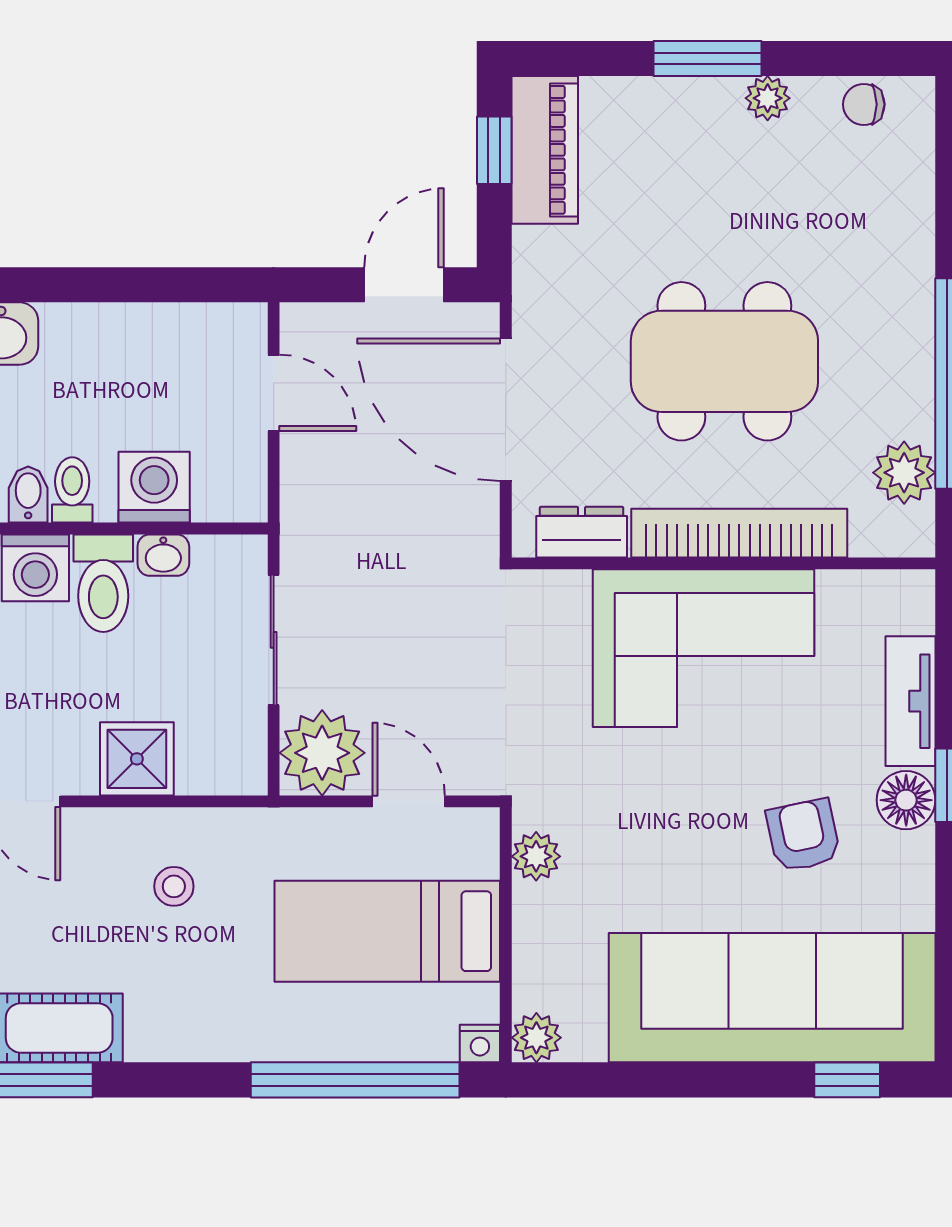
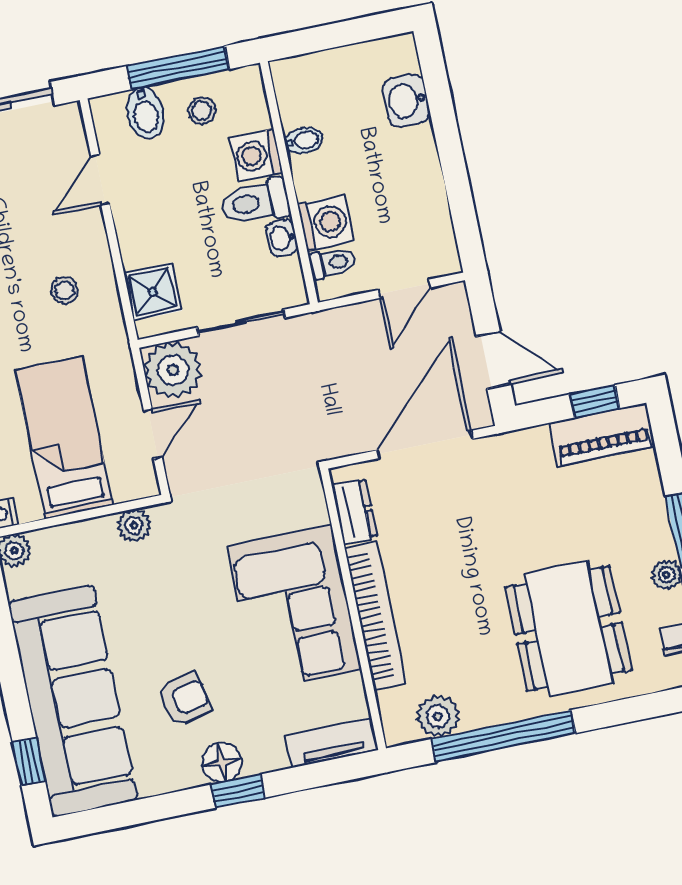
dining table: (724, 361) -> (569, 629), moved
toilet: (72, 490) -> (332, 263), moved
tv unit: (910, 701) -> (332, 743), moved
shower: (137, 759) -> (153, 292), moved

